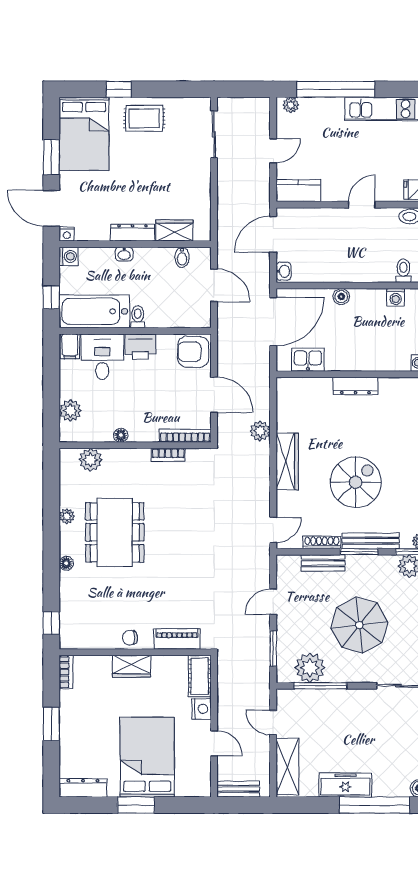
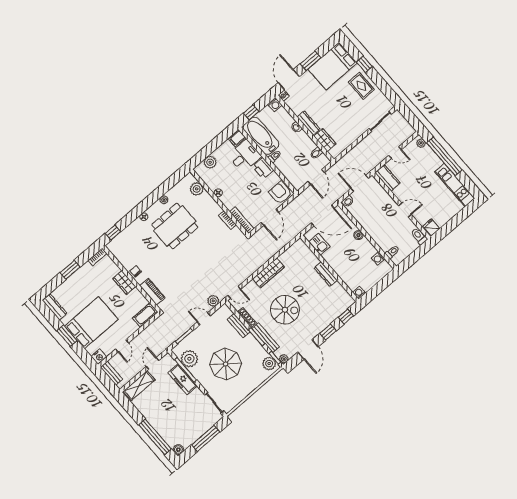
plant: (260, 431) -> (213, 301), moved
nightstand: (201, 709) -> (99, 357), moved
freezer: (345, 785) -> (183, 379), moved, turned 180

